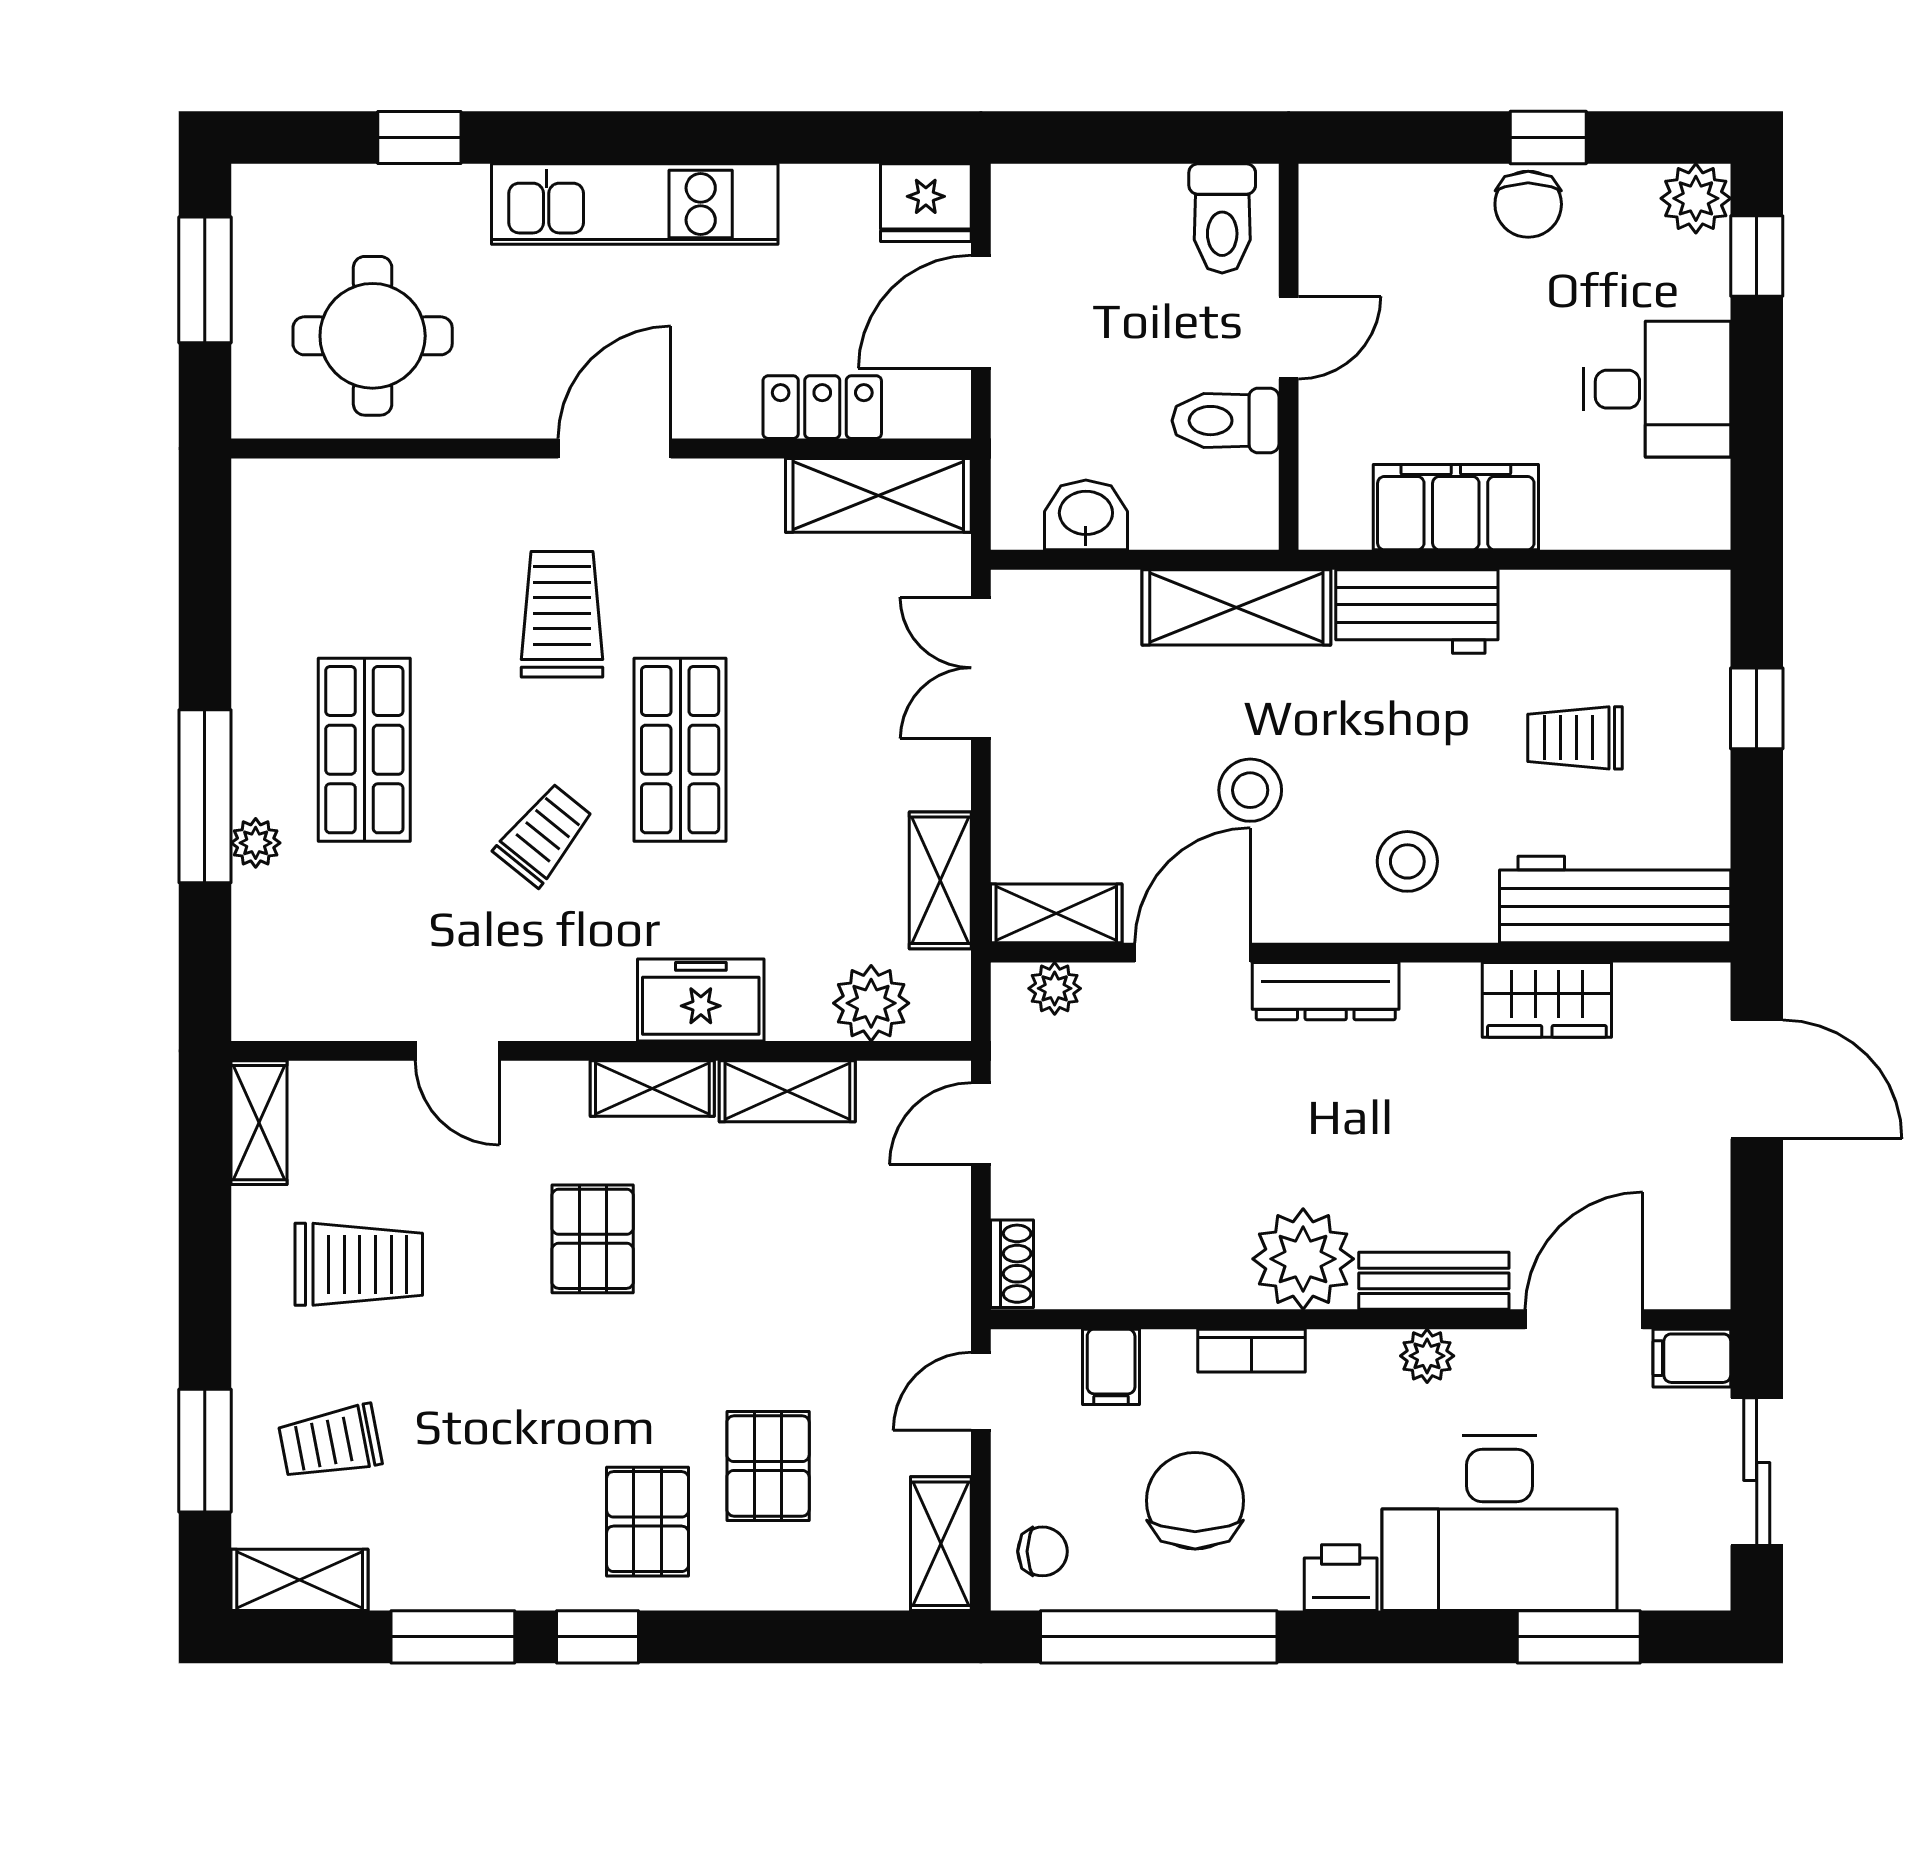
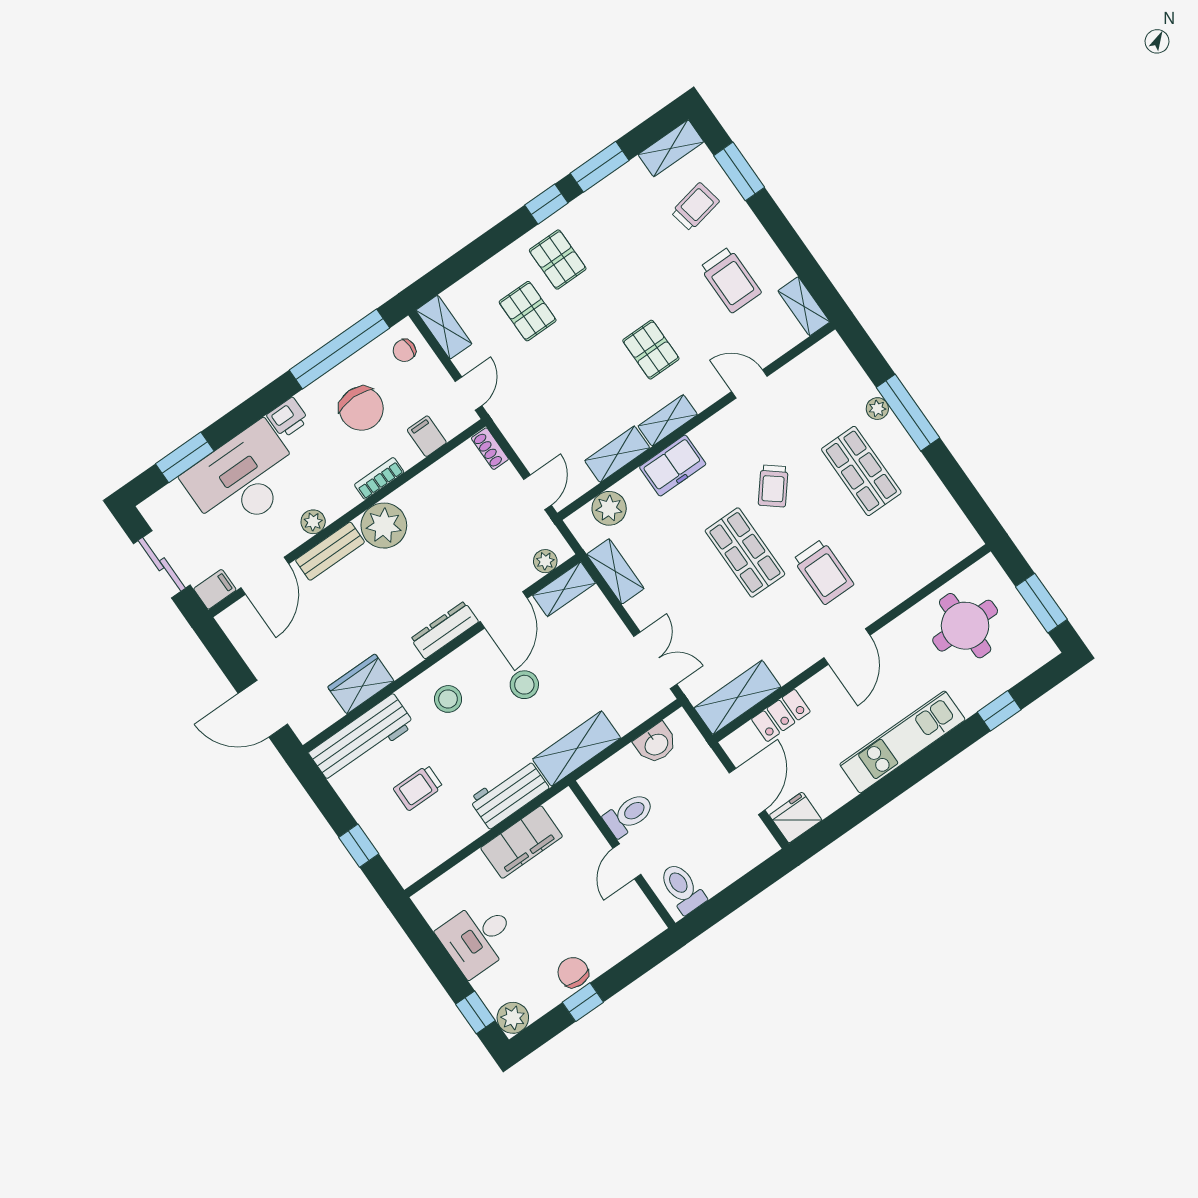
trolley: (1575, 738) -> (418, 788), turned 180
trolley: (359, 1264) -> (731, 280), turned -90

